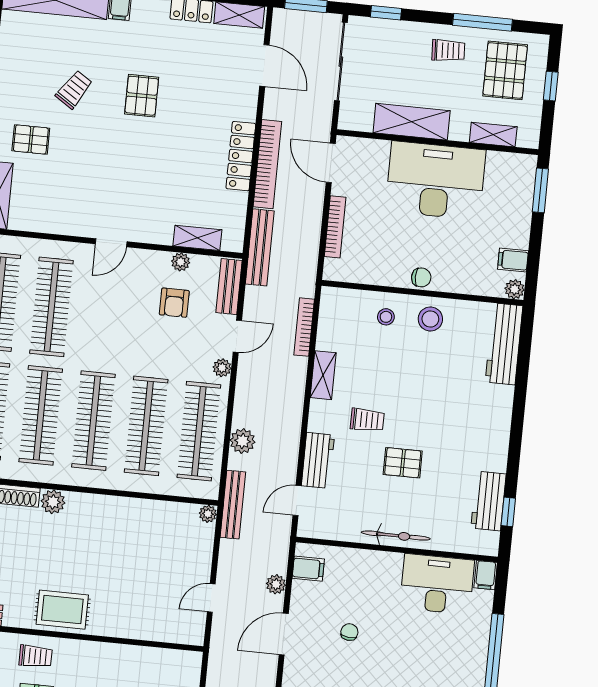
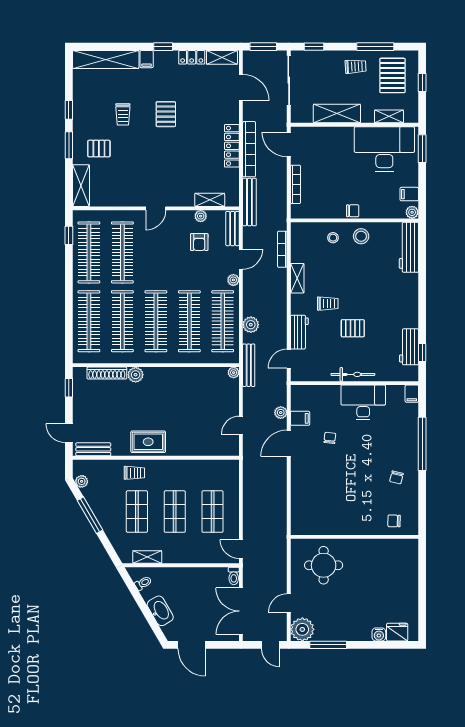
trolley: (74, 89) -> (123, 114), turned 147
desk: (436, 180) -> (384, 149), moved
filing cabinet: (308, 569) -> (300, 418), moved
desk: (437, 584) -> (363, 402), moved

